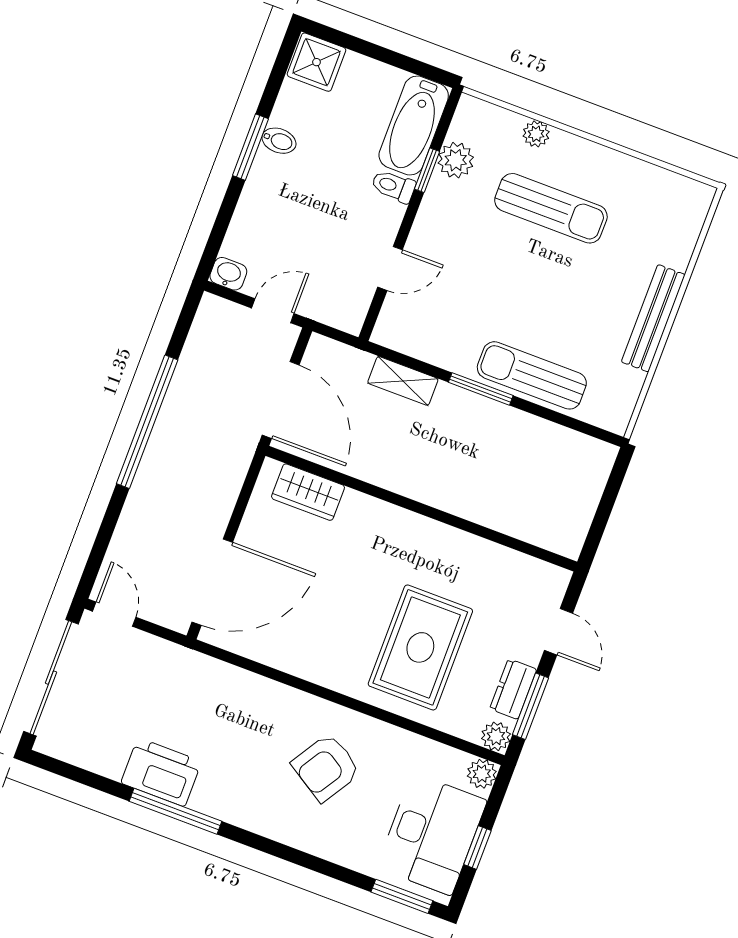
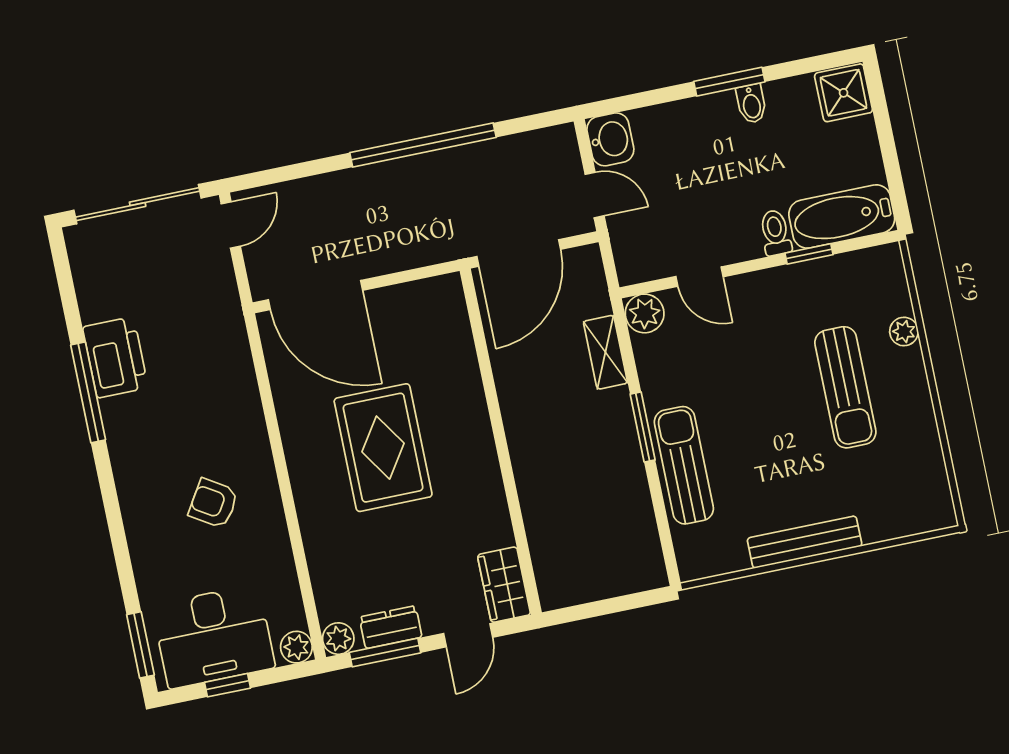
plant: (456, 160) -> (645, 313), moved
washbasin: (228, 274) -> (610, 139), width x1.38, depth x1.45
wardrobe: (308, 492) -> (504, 585), moved
rug: (420, 647) -> (383, 448), moved, turned 90
armchair: (326, 768) -> (213, 503), width x0.72, depth x0.72

